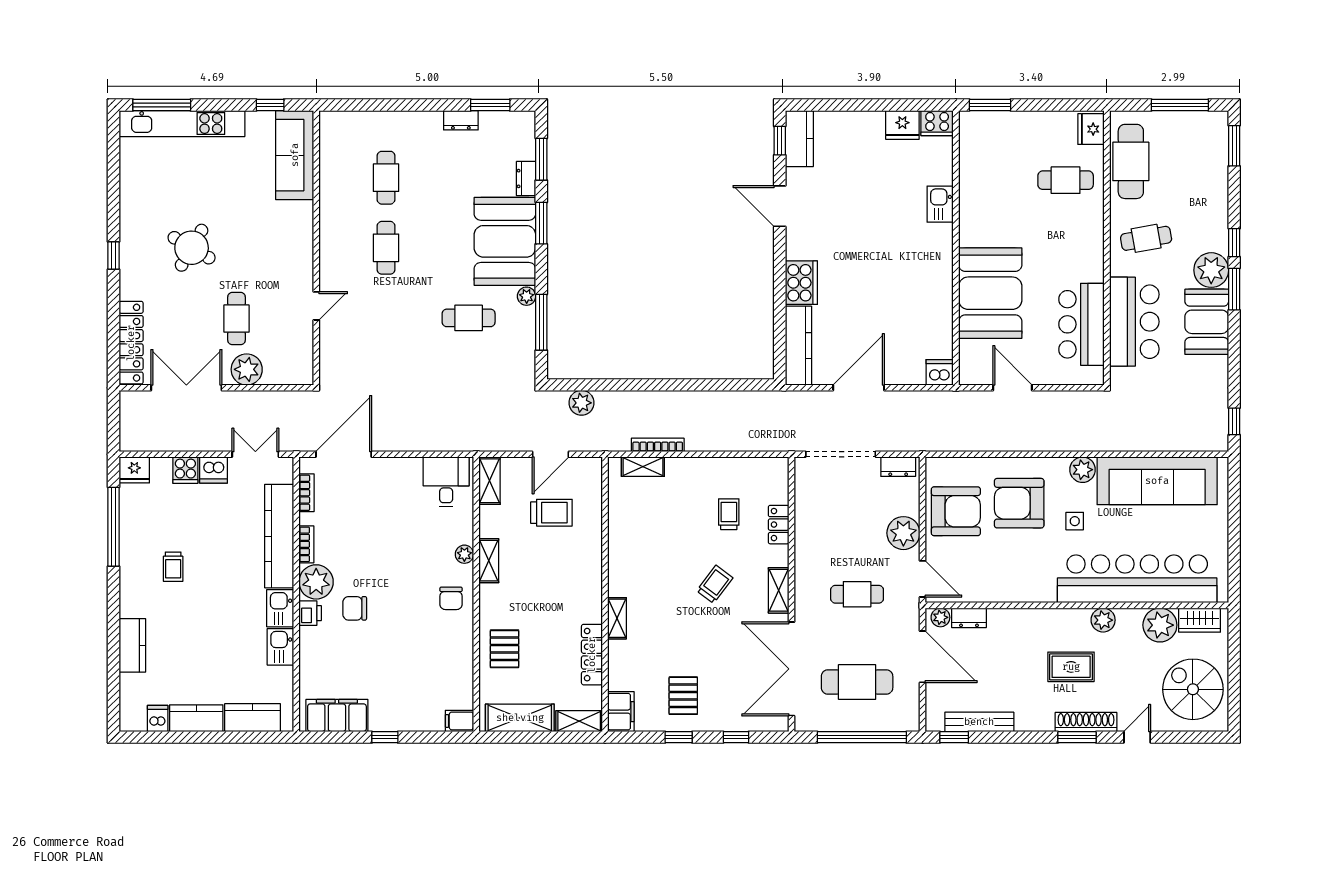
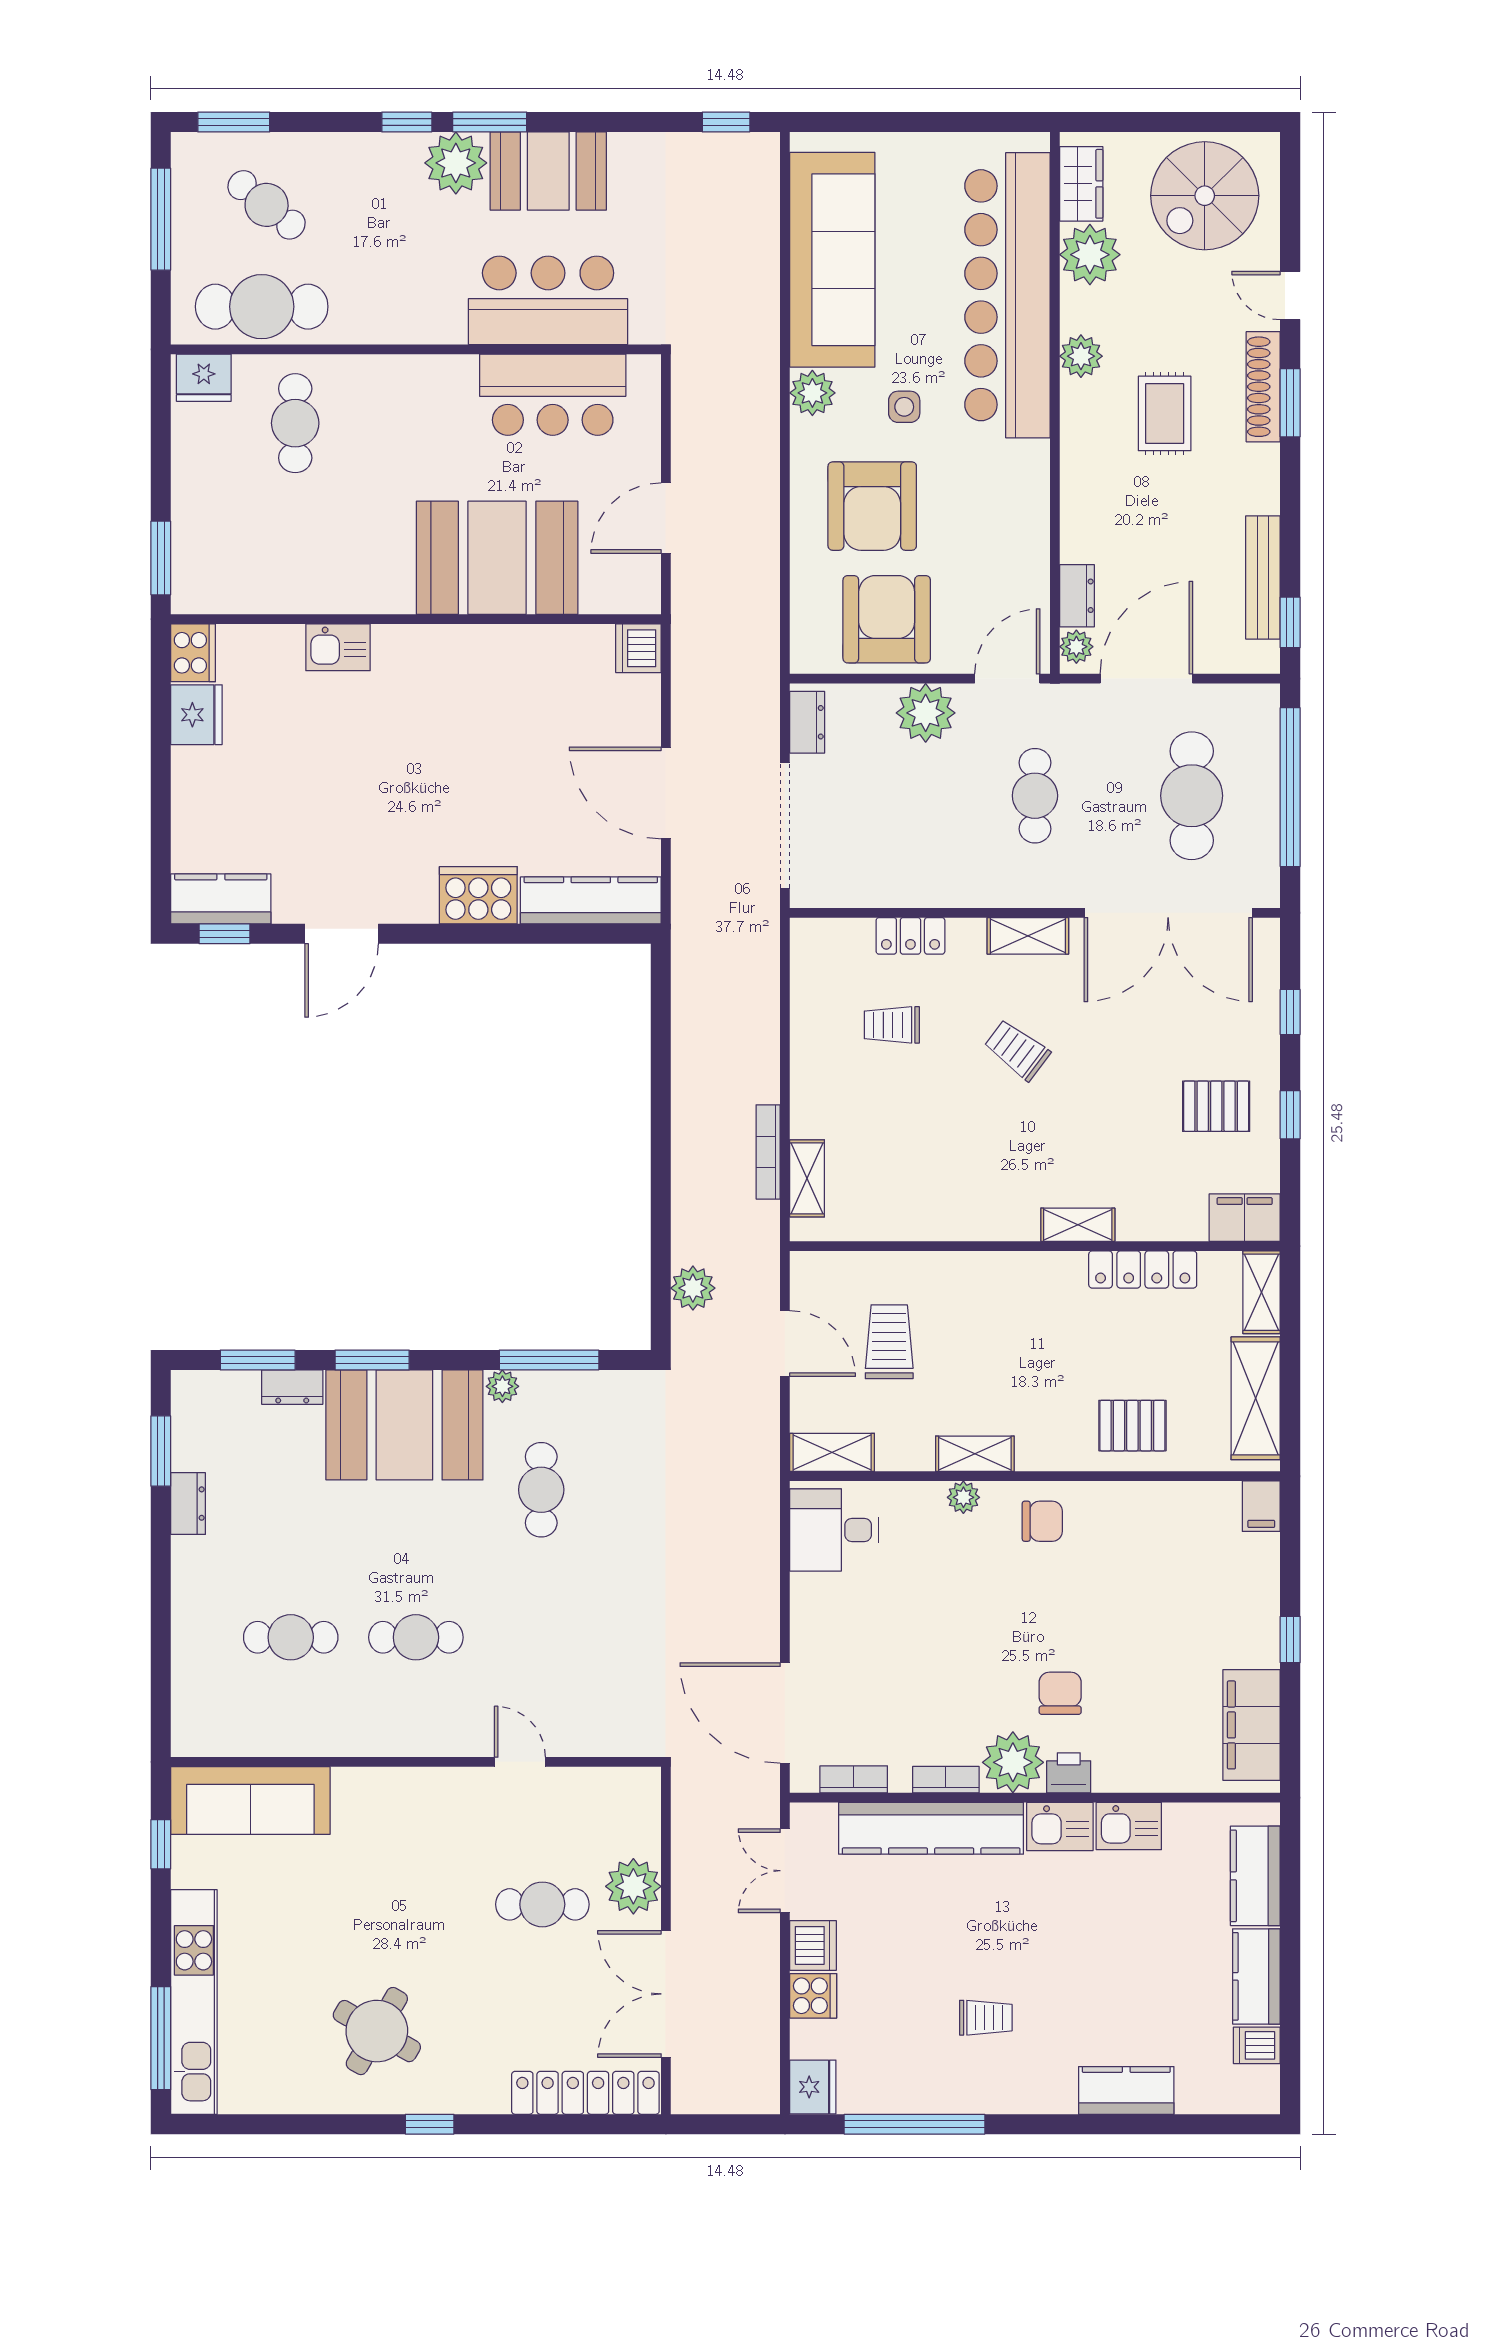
cafe table: (1146, 238) -> (267, 205), moved, turned -41
round table: (192, 248) -> (377, 2031), moved
chair: (355, 608) -> (1060, 1693), turned 180

